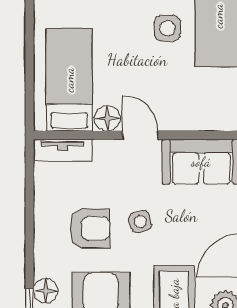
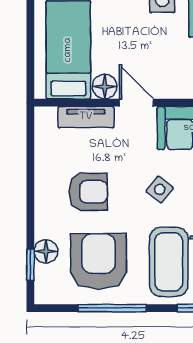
tv unit: (63, 150) -> (86, 117), moved
side table: (140, 222) -> (160, 189), moved, turned -36

